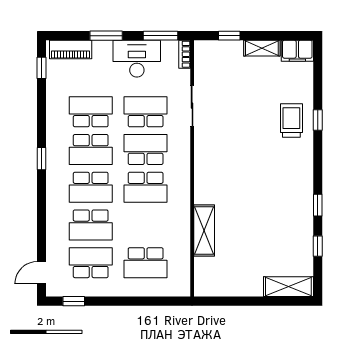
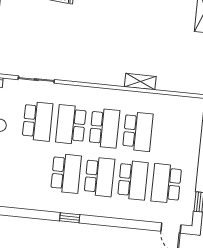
school desk: (91, 112) -> (33, 170), removed
school desk: (146, 112) -> (38, 121), turned 180
shelving: (204, 231) -> (140, 82), width x0.67, depth x0.75
school desk: (146, 263) -> (138, 131), moved

